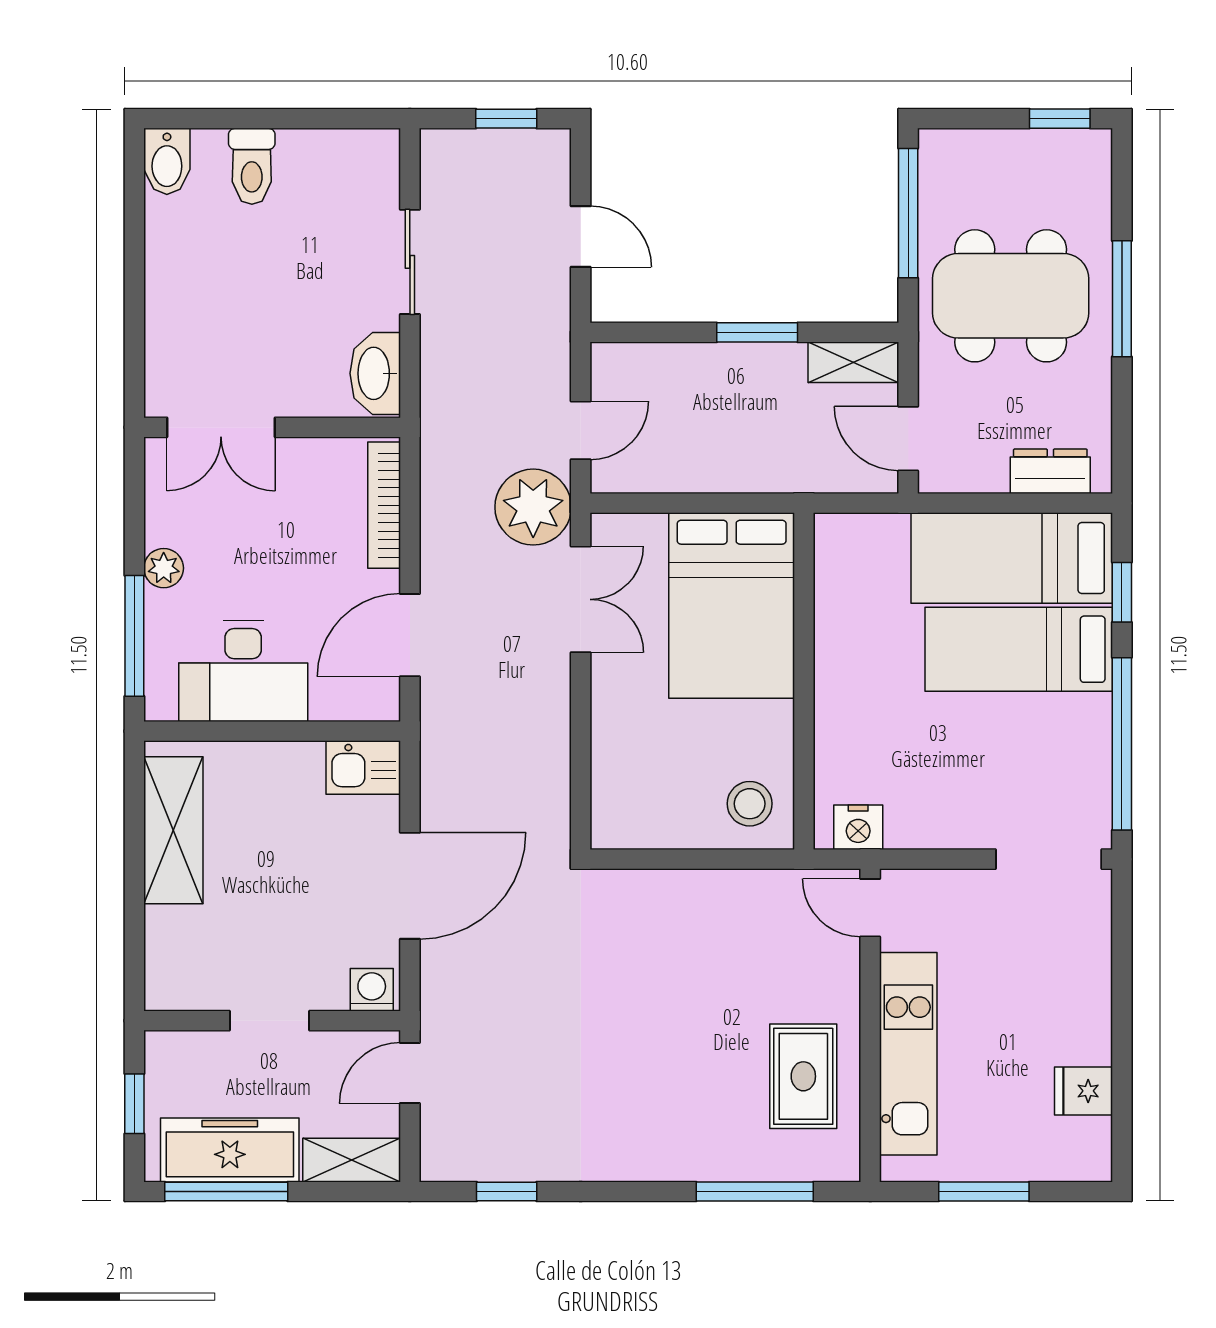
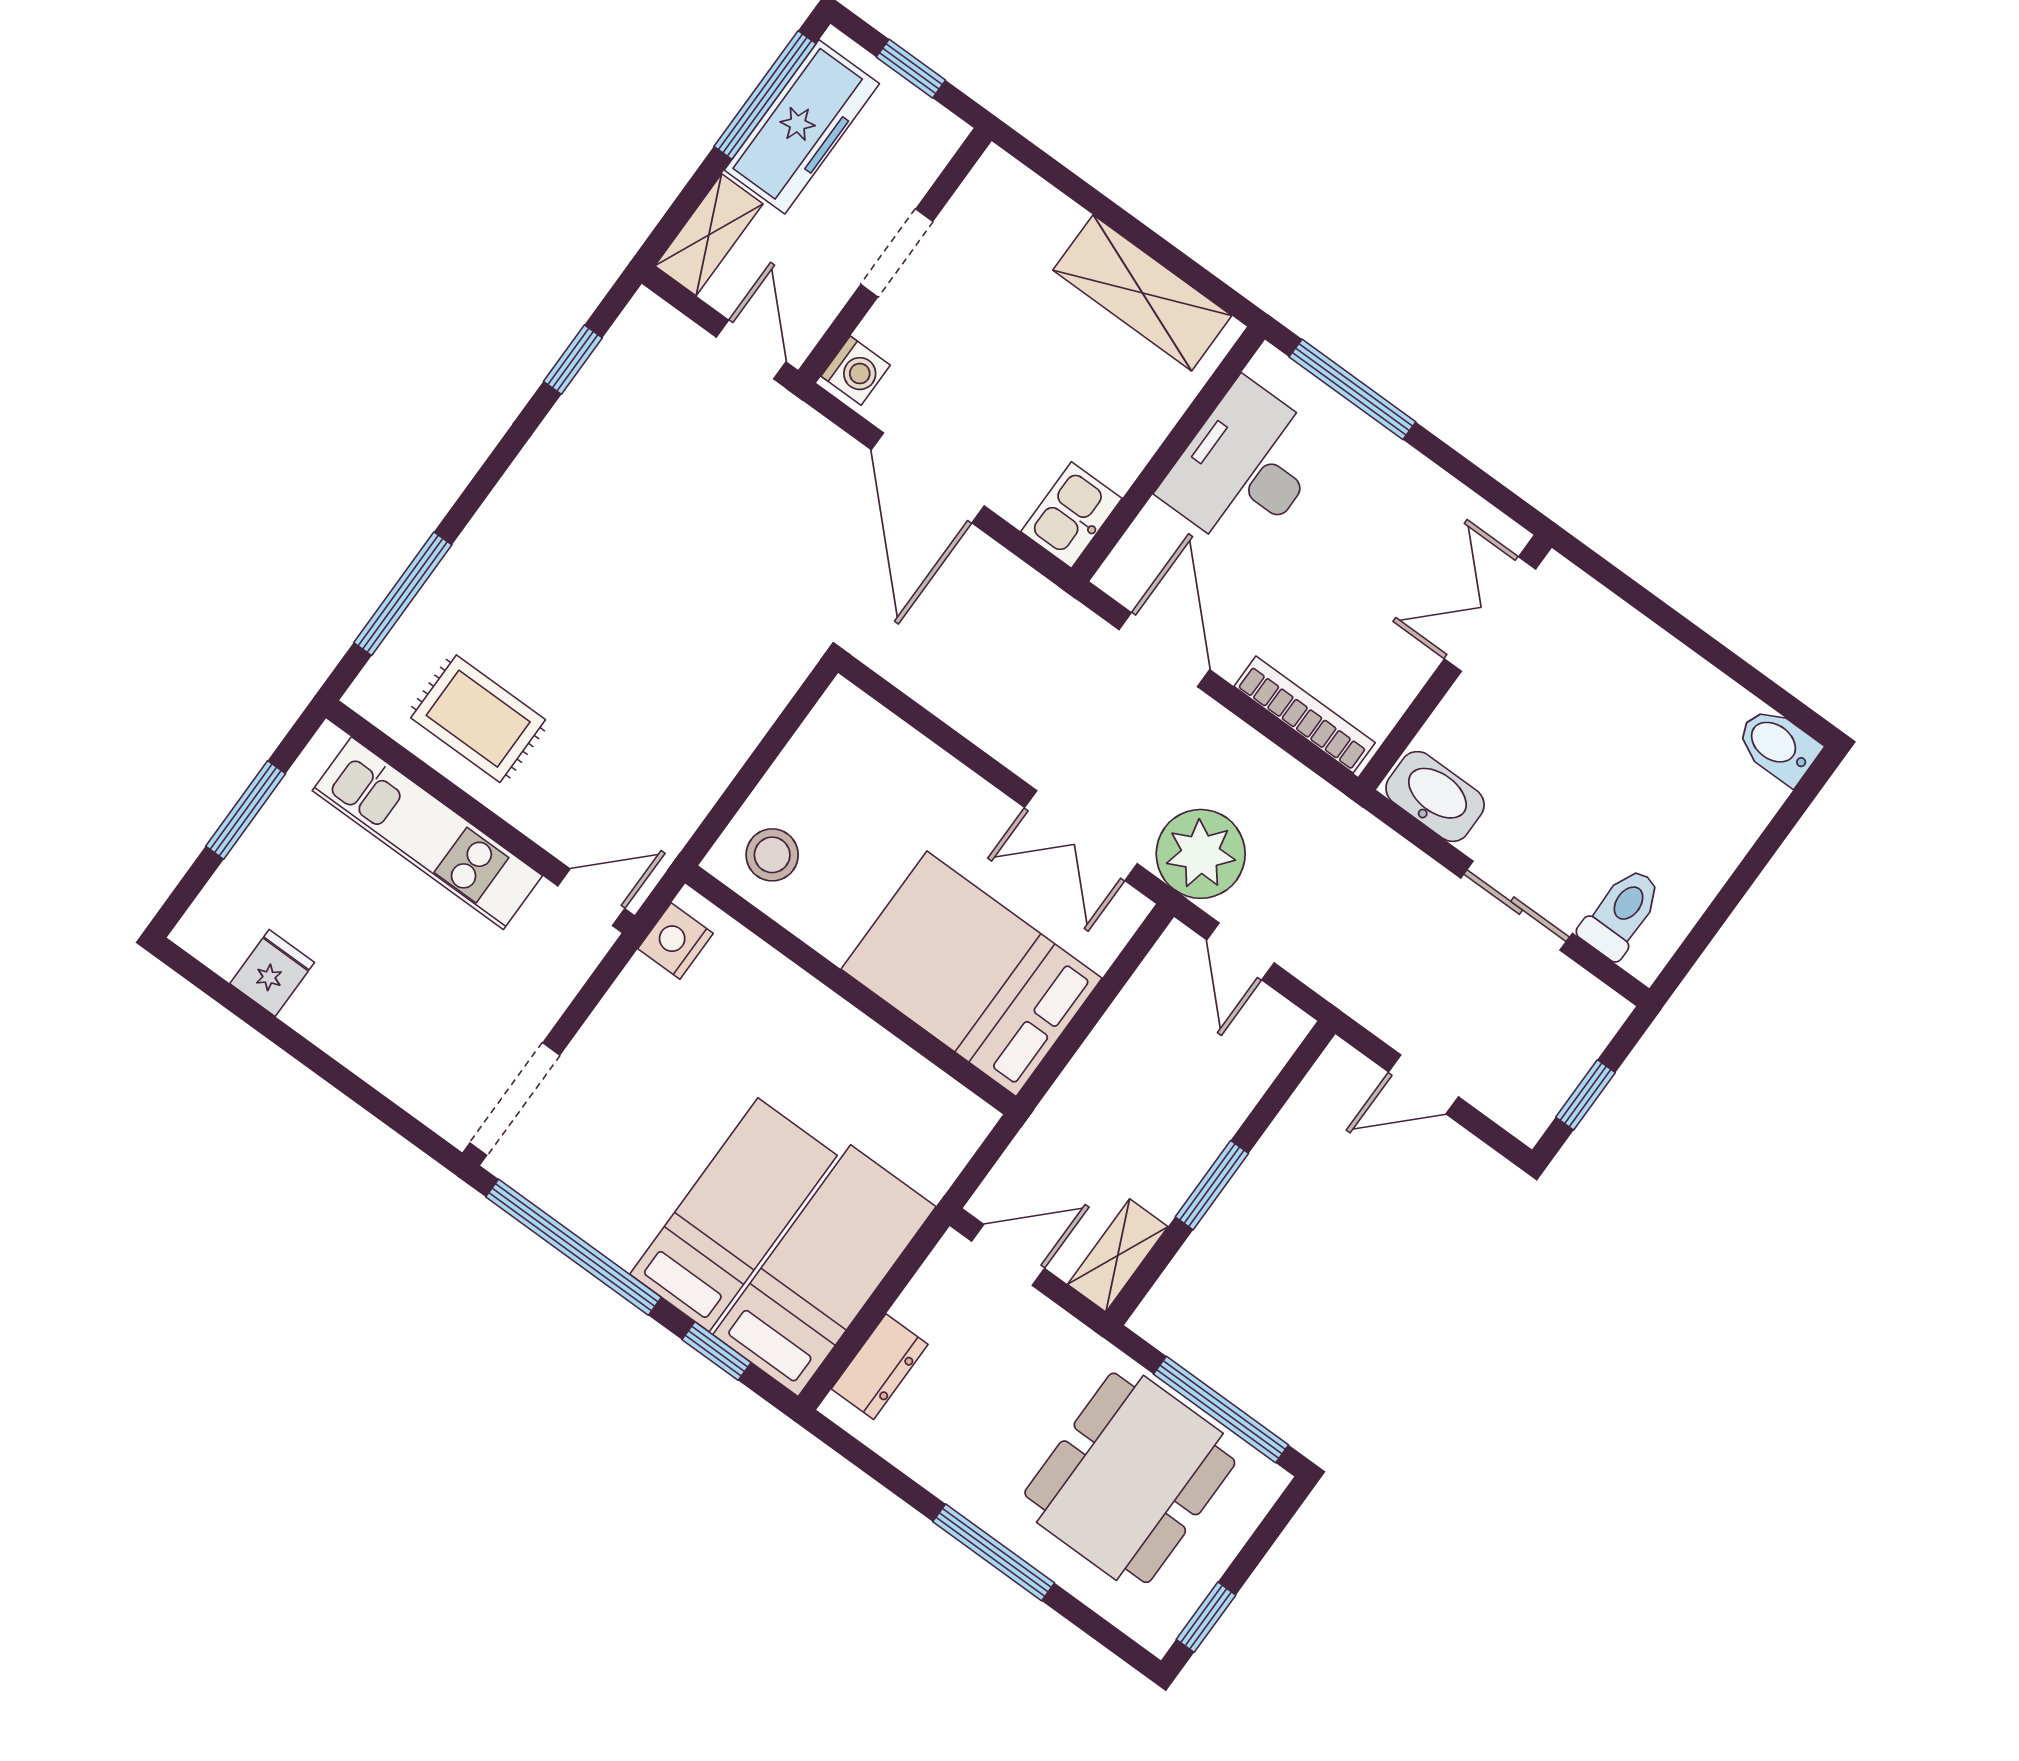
toilet: (252, 166) -> (1621, 913), moved, turned 90
dining table: (1011, 296) -> (1130, 1478), moved
plant: (164, 568) -> (1396, 463), removed

